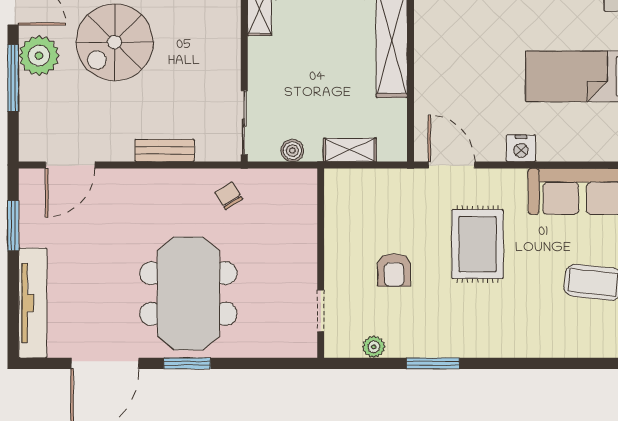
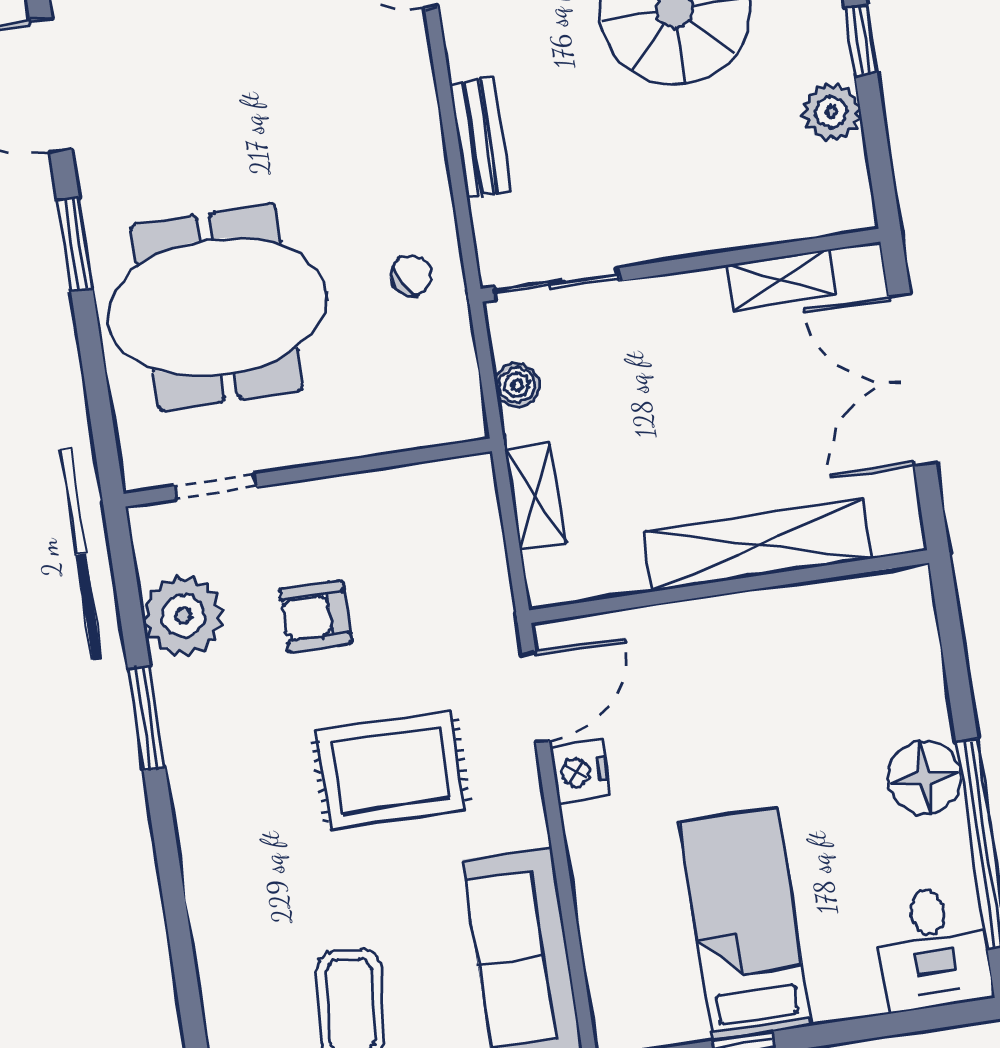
nightstand: (521, 148) -> (580, 772), moved
meeting table: (188, 293) -> (217, 307), moved
plant: (374, 347) -> (183, 616), width x1.87, depth x1.87

